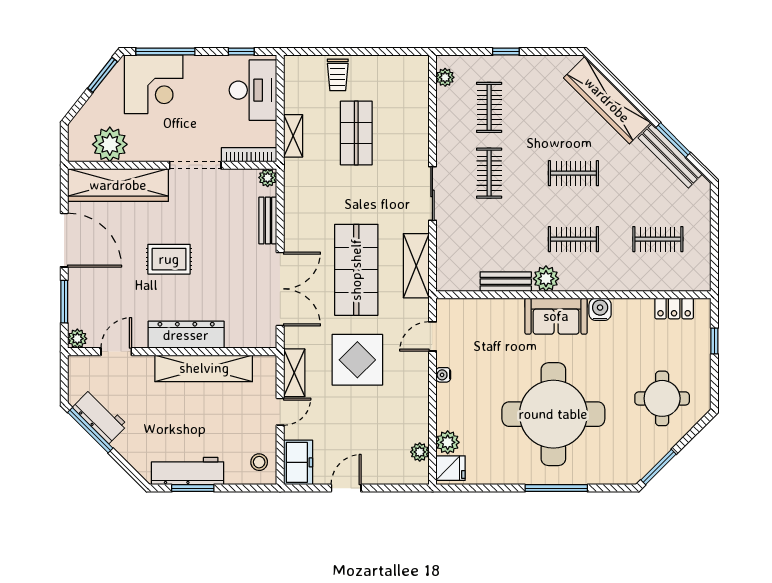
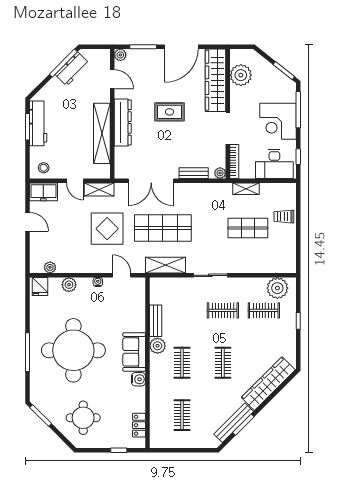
plant: (445, 77) -> (277, 288), width x1.87, depth x1.87
corner desk: (154, 84) -> (278, 121), moved
rug: (169, 259) -> (170, 112), turned 90
plant: (448, 442) -> (69, 285), moved

